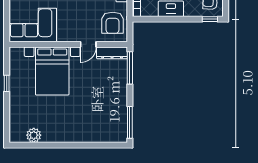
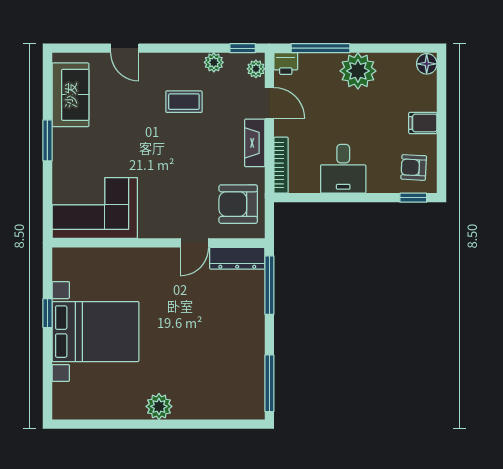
armchair: (113, 23) -> (238, 204), turned 90
bed with nightstands: (52, 71) -> (95, 332), moved, turned -90
plant: (34, 135) -> (159, 406), moved

